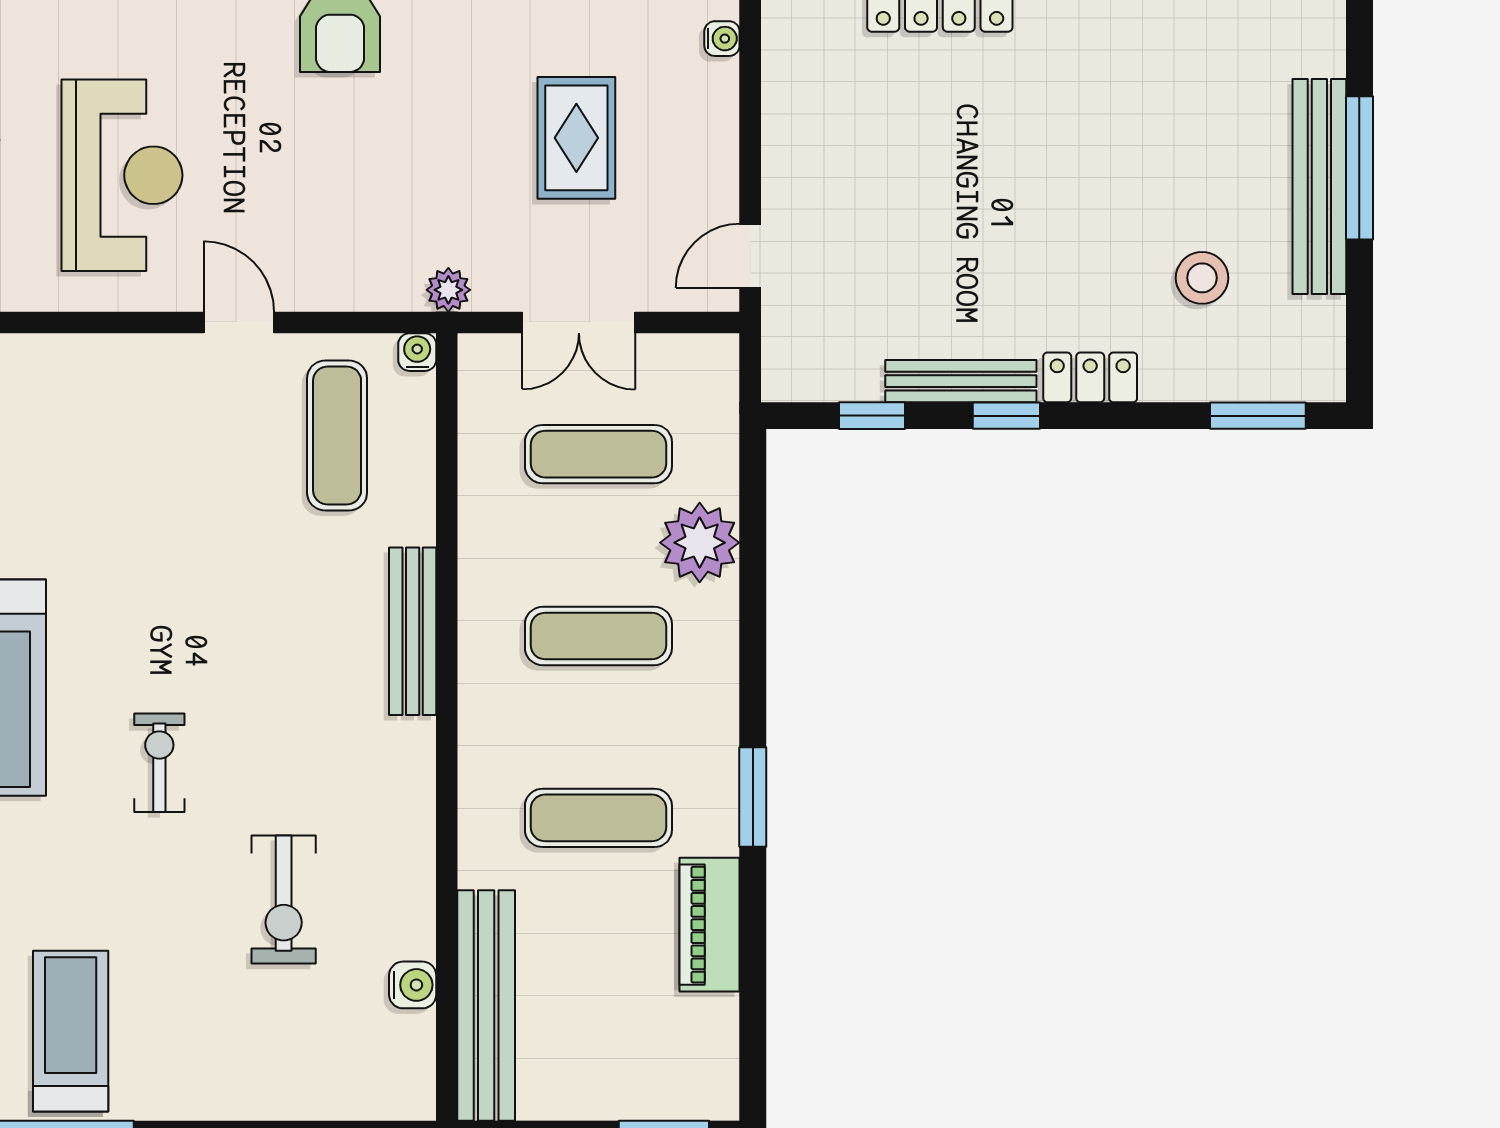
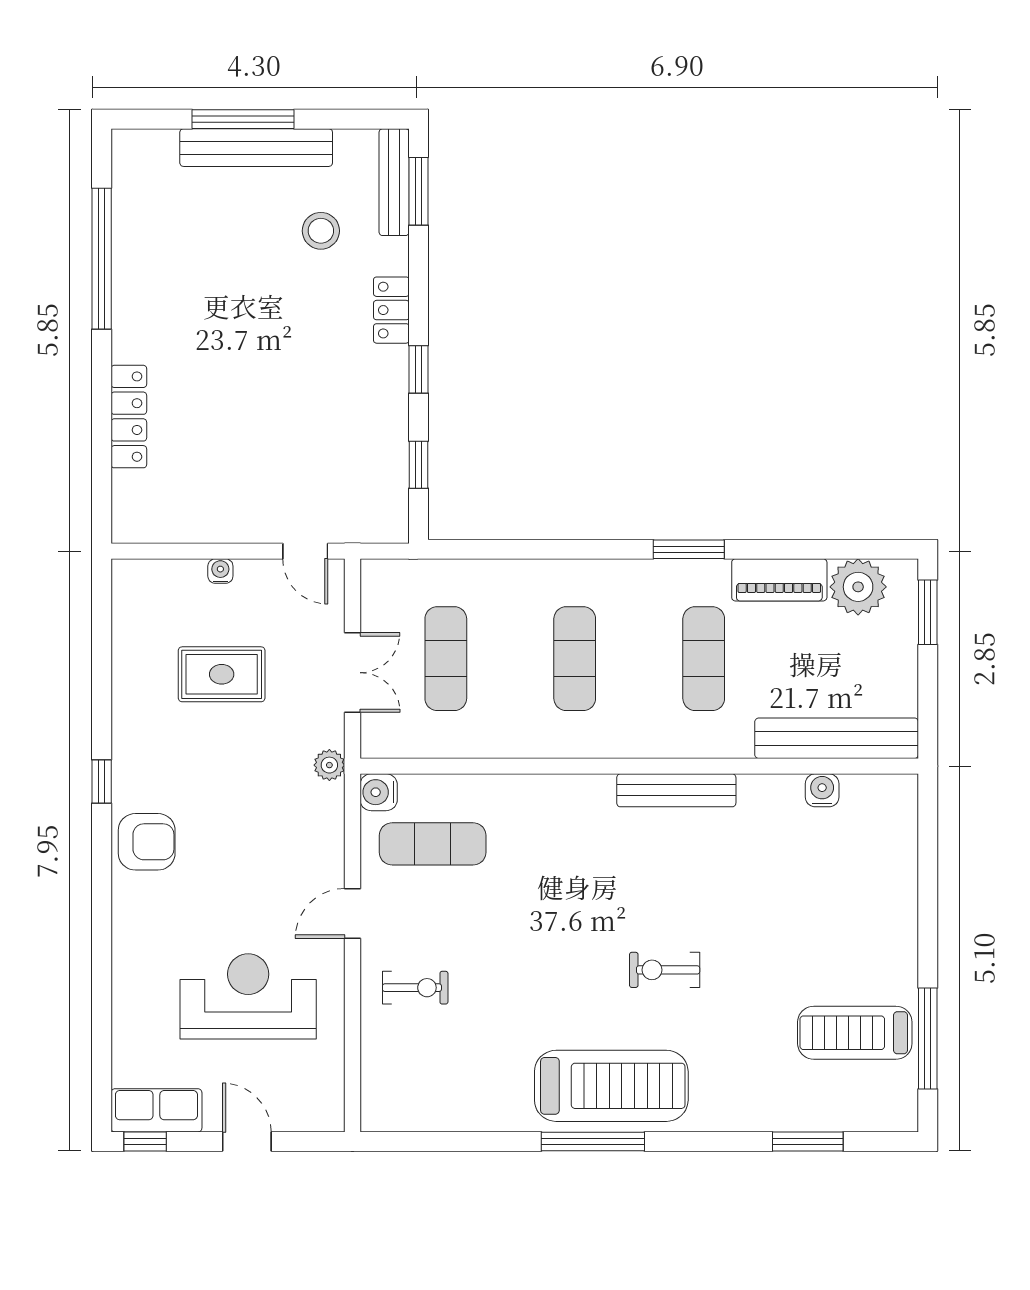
water cooler: (722, 39) -> (220, 571), moved
water cooler: (417, 352) -> (379, 792), width x1.38, depth x1.38
bench: (961, 381) -> (394, 182), moved
plant: (700, 543) -> (858, 587), moved
bench: (413, 631) -> (676, 790), moved
exercise bike: (284, 900) -> (415, 988), moved, width x0.73, depth x0.72

